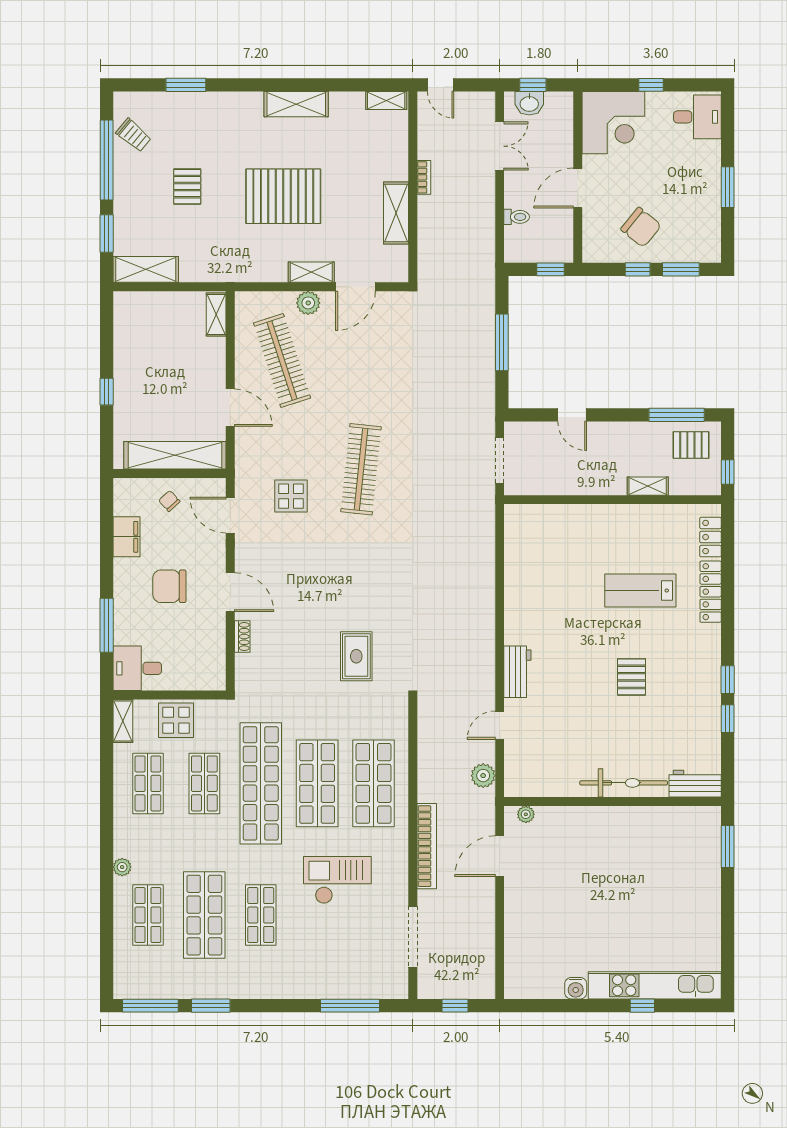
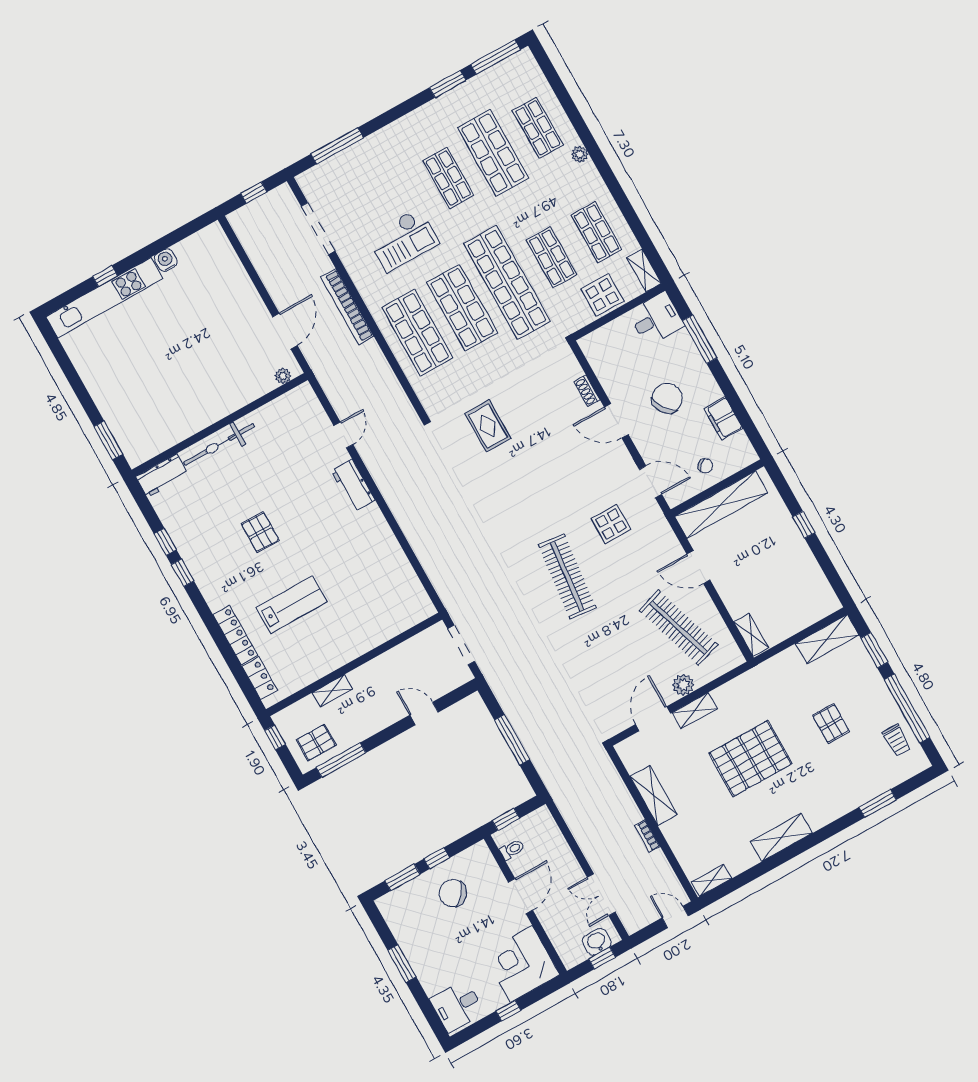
trolley: (134, 135) -> (897, 740), turned -130
toilet: (517, 217) -> (512, 850), moved, turned 180
chair: (169, 586) -> (667, 398), turned -34
plant: (483, 776) -> (334, 388), removed

